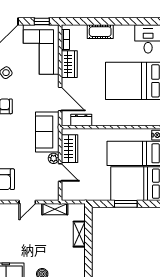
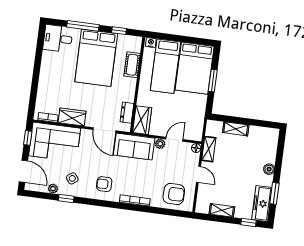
cot: (100, 32) -> (132, 65), moved
door: (60, 99) -> (104, 130), swing flipped
wardrobe: (70, 149) -> (142, 120), moved, turned 90
floor lamp: (54, 196) -> (196, 148), added

